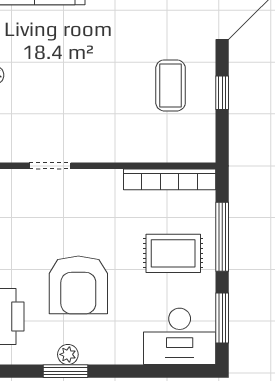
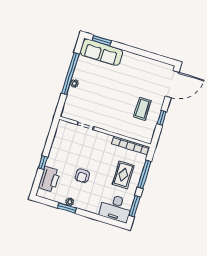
rug: (173, 253) -> (123, 175), turned 90
armchair: (78, 285) -> (82, 176), width x0.53, depth x0.53

